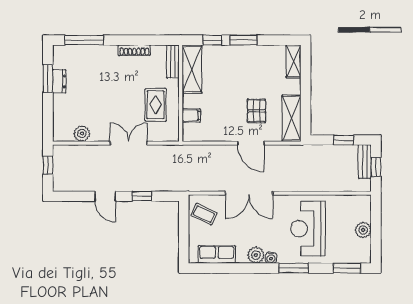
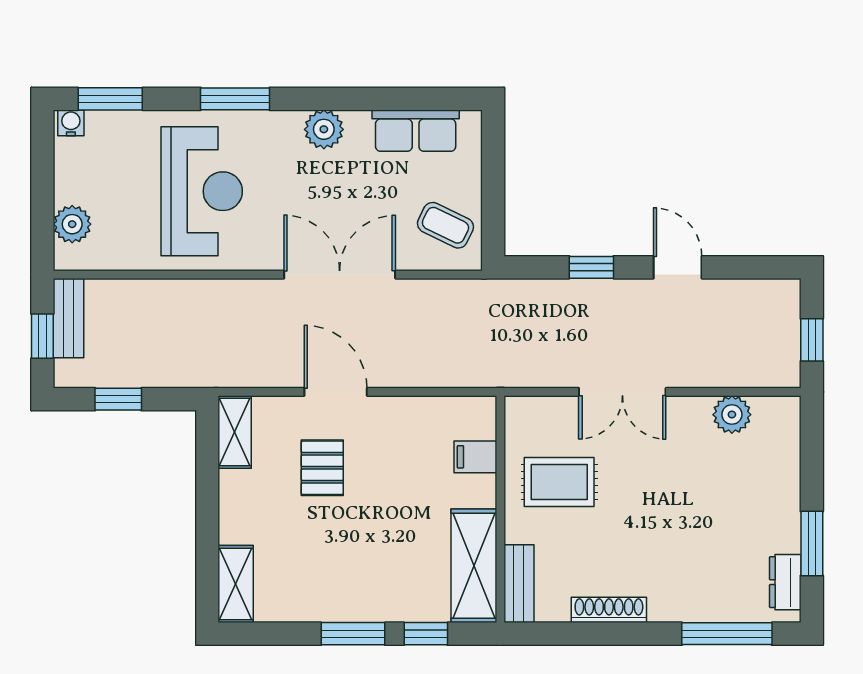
dresser: (59, 81) -> (785, 582), moved
rug: (156, 105) -> (559, 482), turned 90
shelving: (292, 118) -> (235, 432), width x0.67, depth x0.75
bench: (365, 162) -> (69, 318), moved
plant: (363, 230) -> (72, 224), moved
water cooler: (271, 258) -> (71, 123), moved

